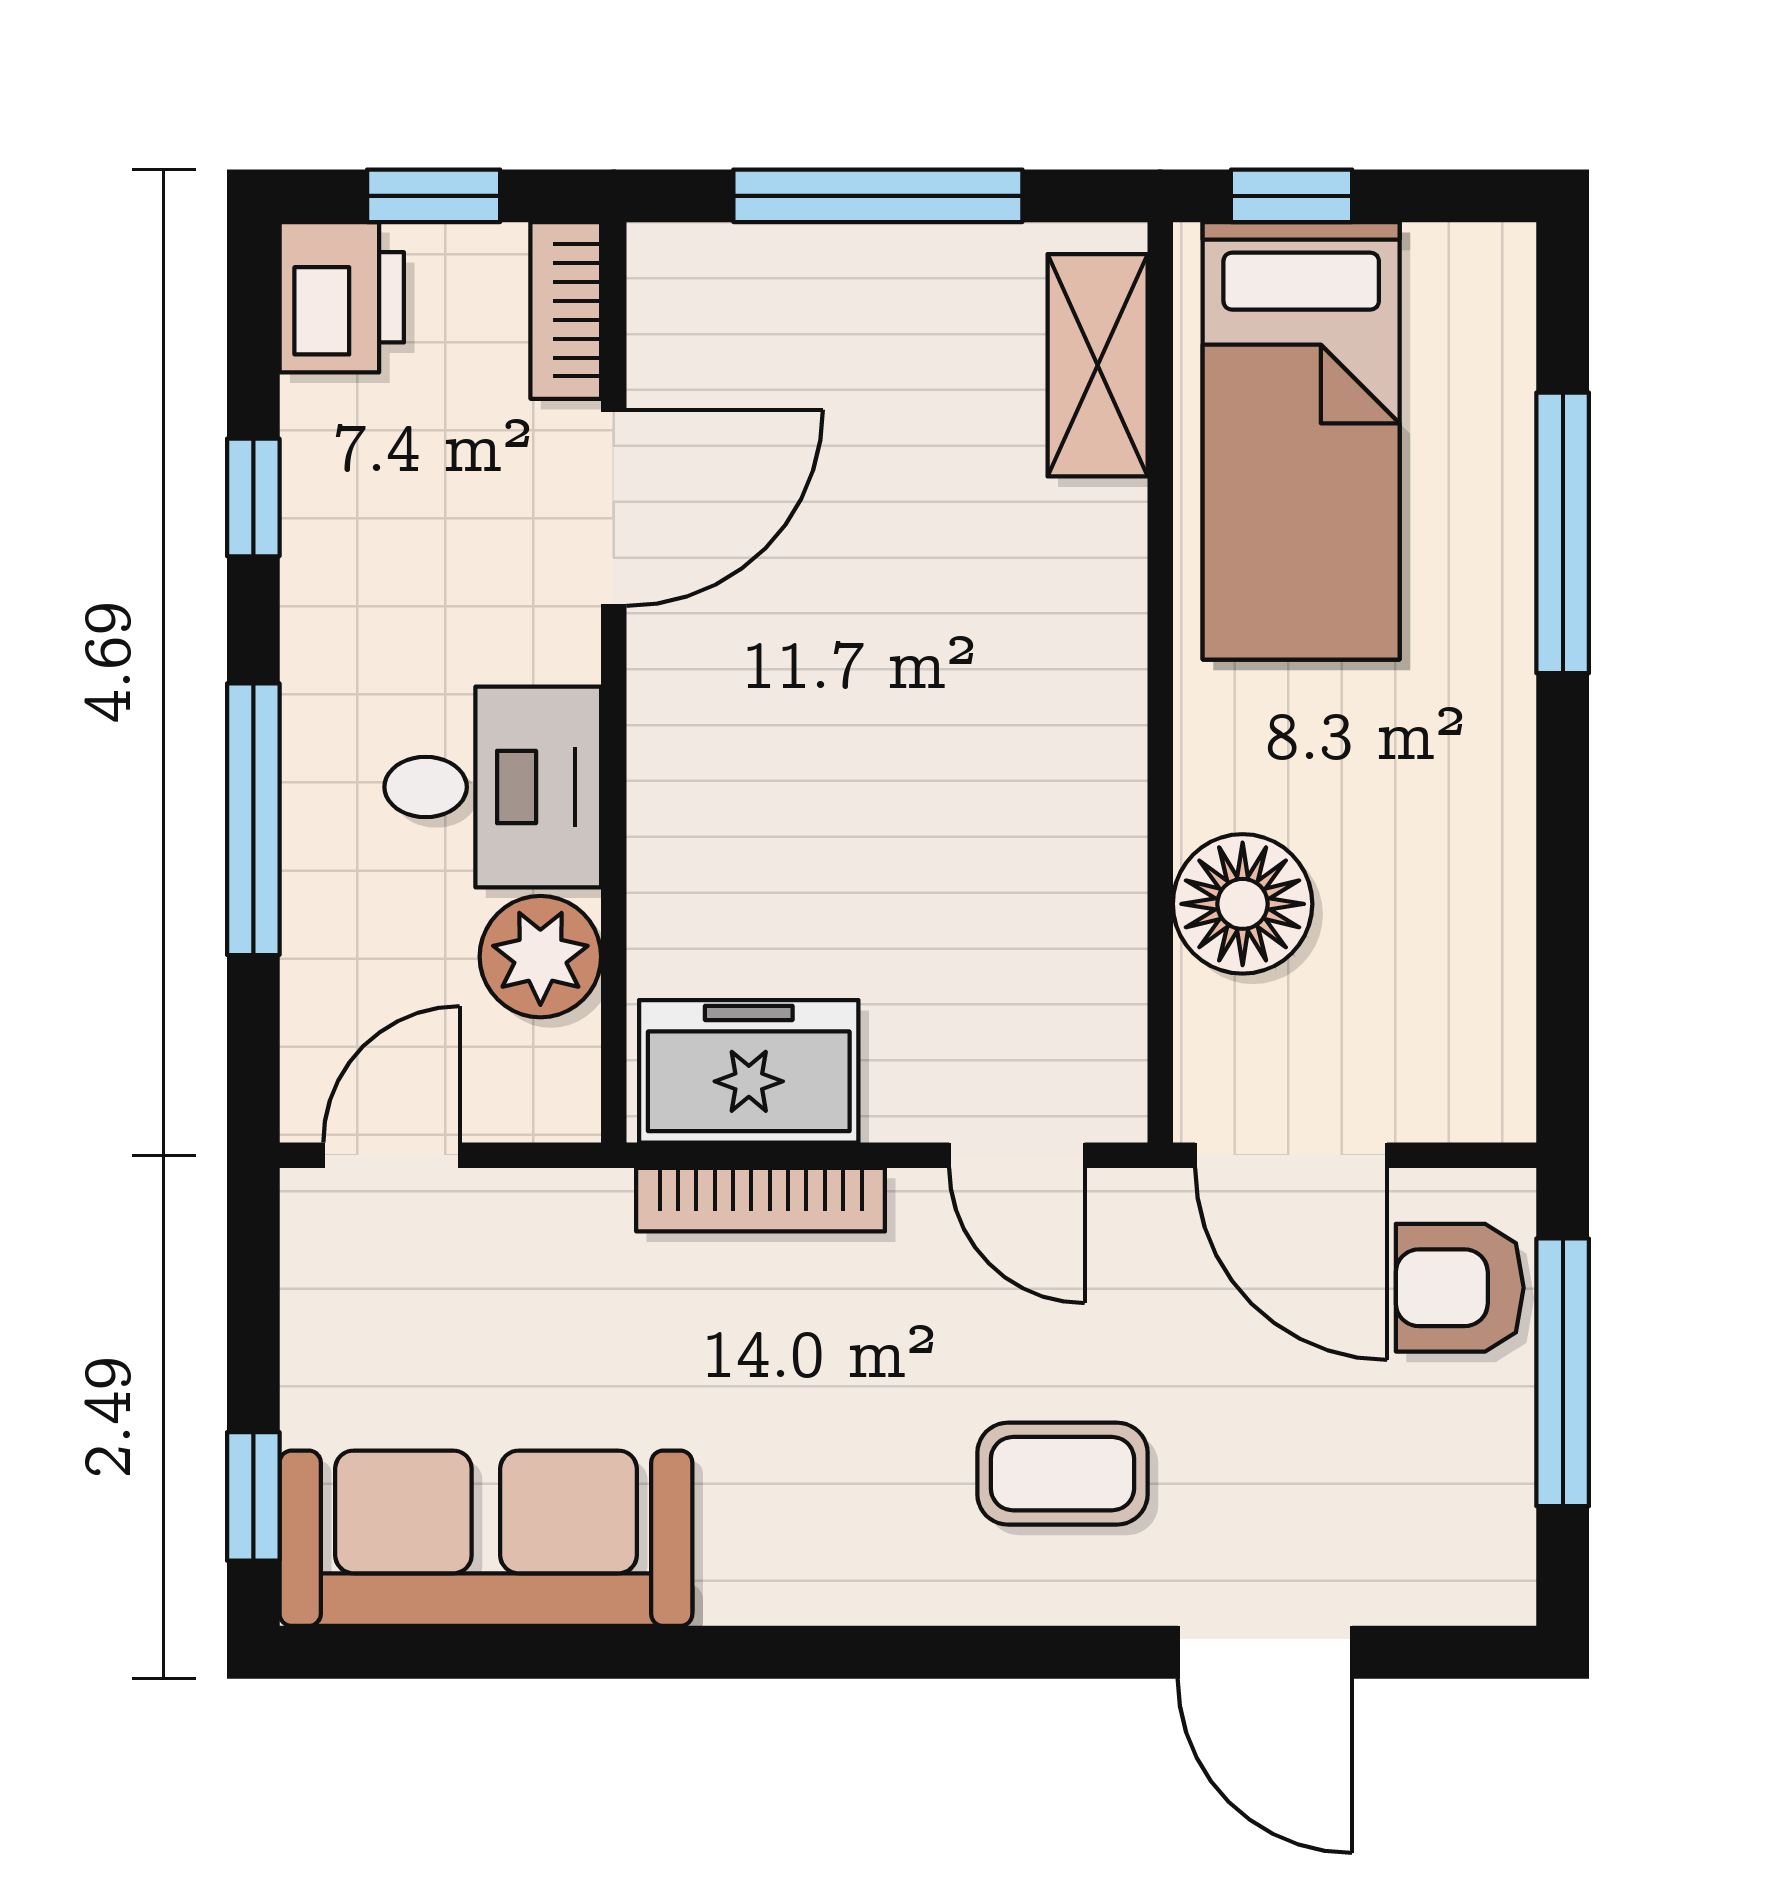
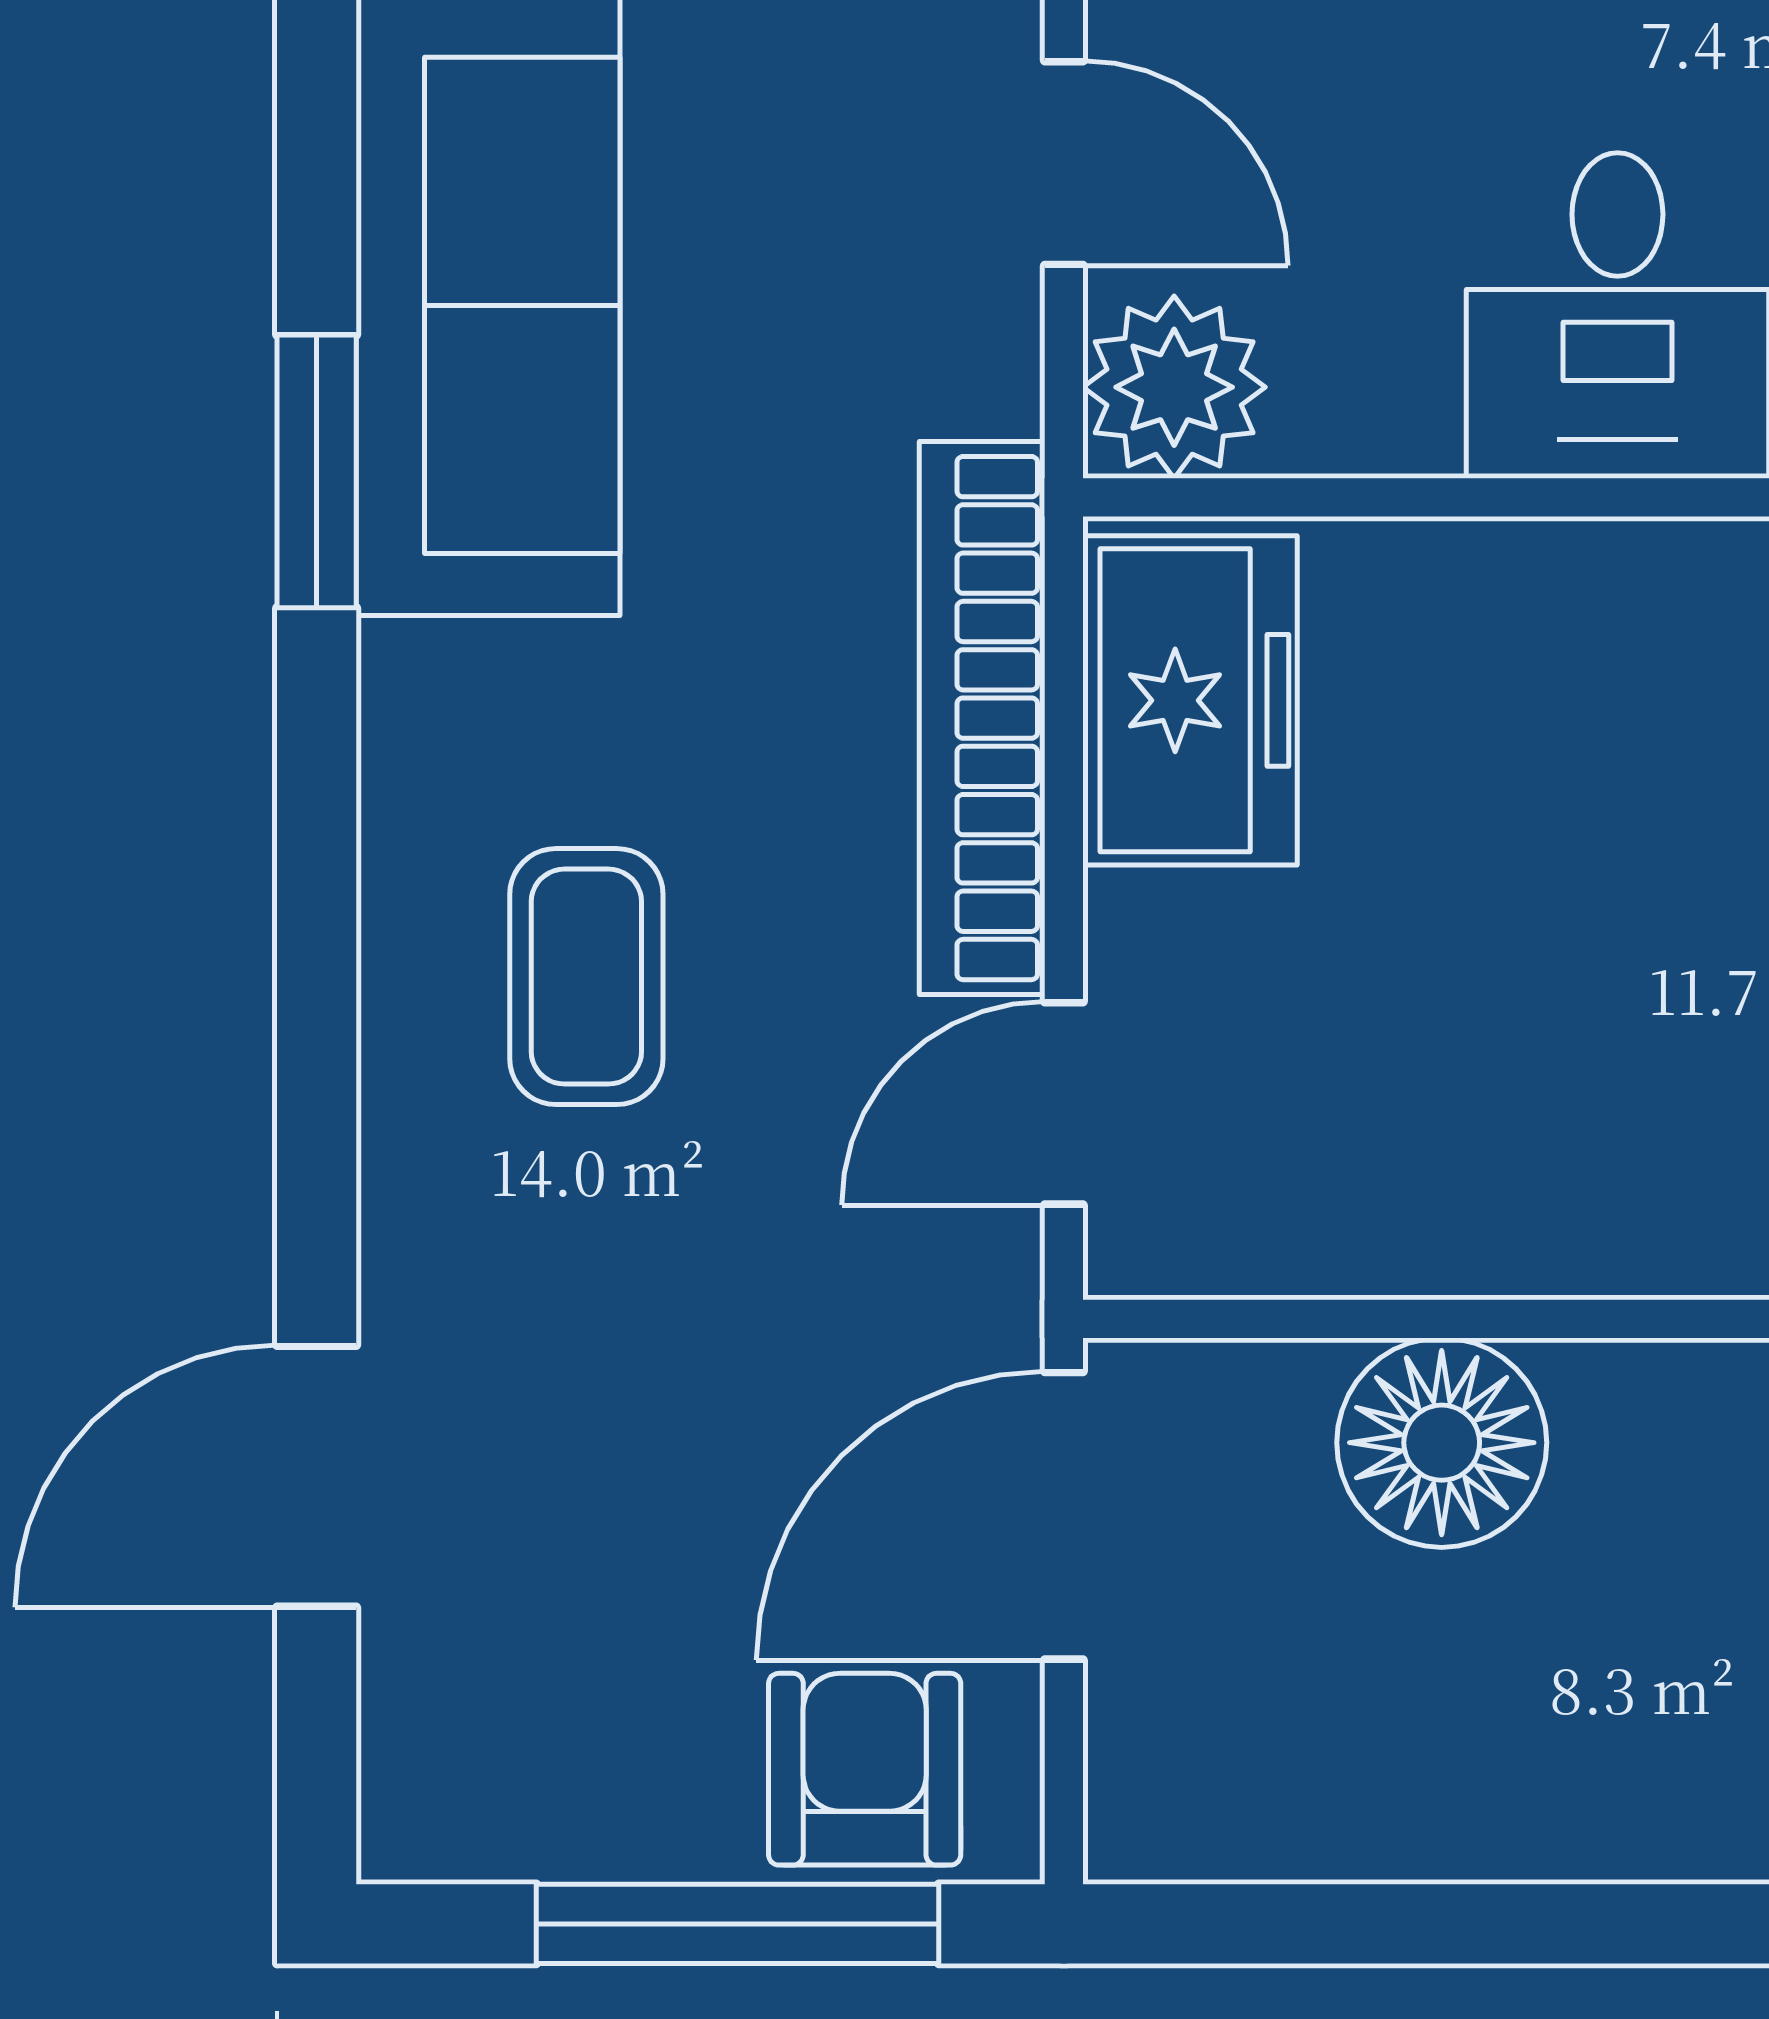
plant: (540, 957) -> (1174, 387), moved
bookcase: (761, 1200) -> (982, 718), width x1.48, depth x1.31
coffee table: (1062, 1474) -> (586, 977), moved
window: (596, 1652) -> (317, 471), added

